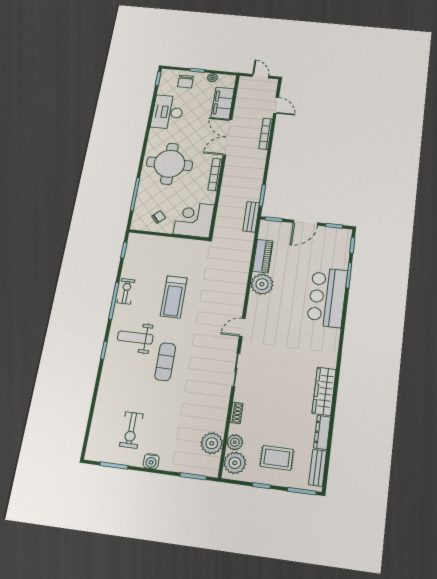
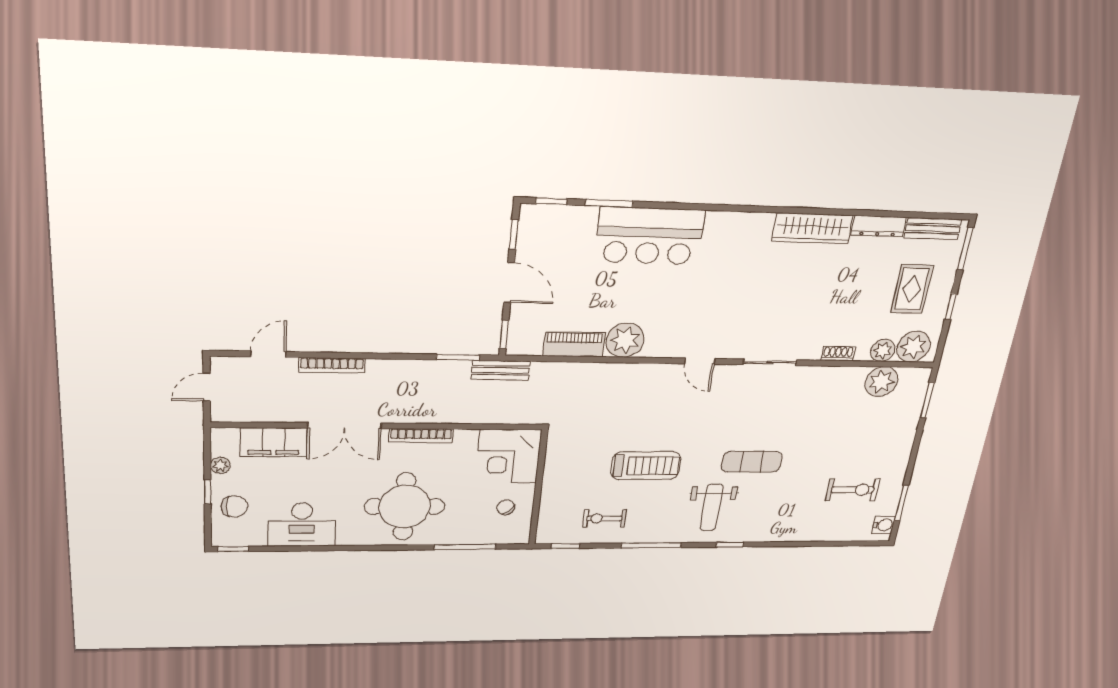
exercise bike: (126, 291) -> (604, 518), moved
water cooler: (151, 461) -> (883, 525), moved

